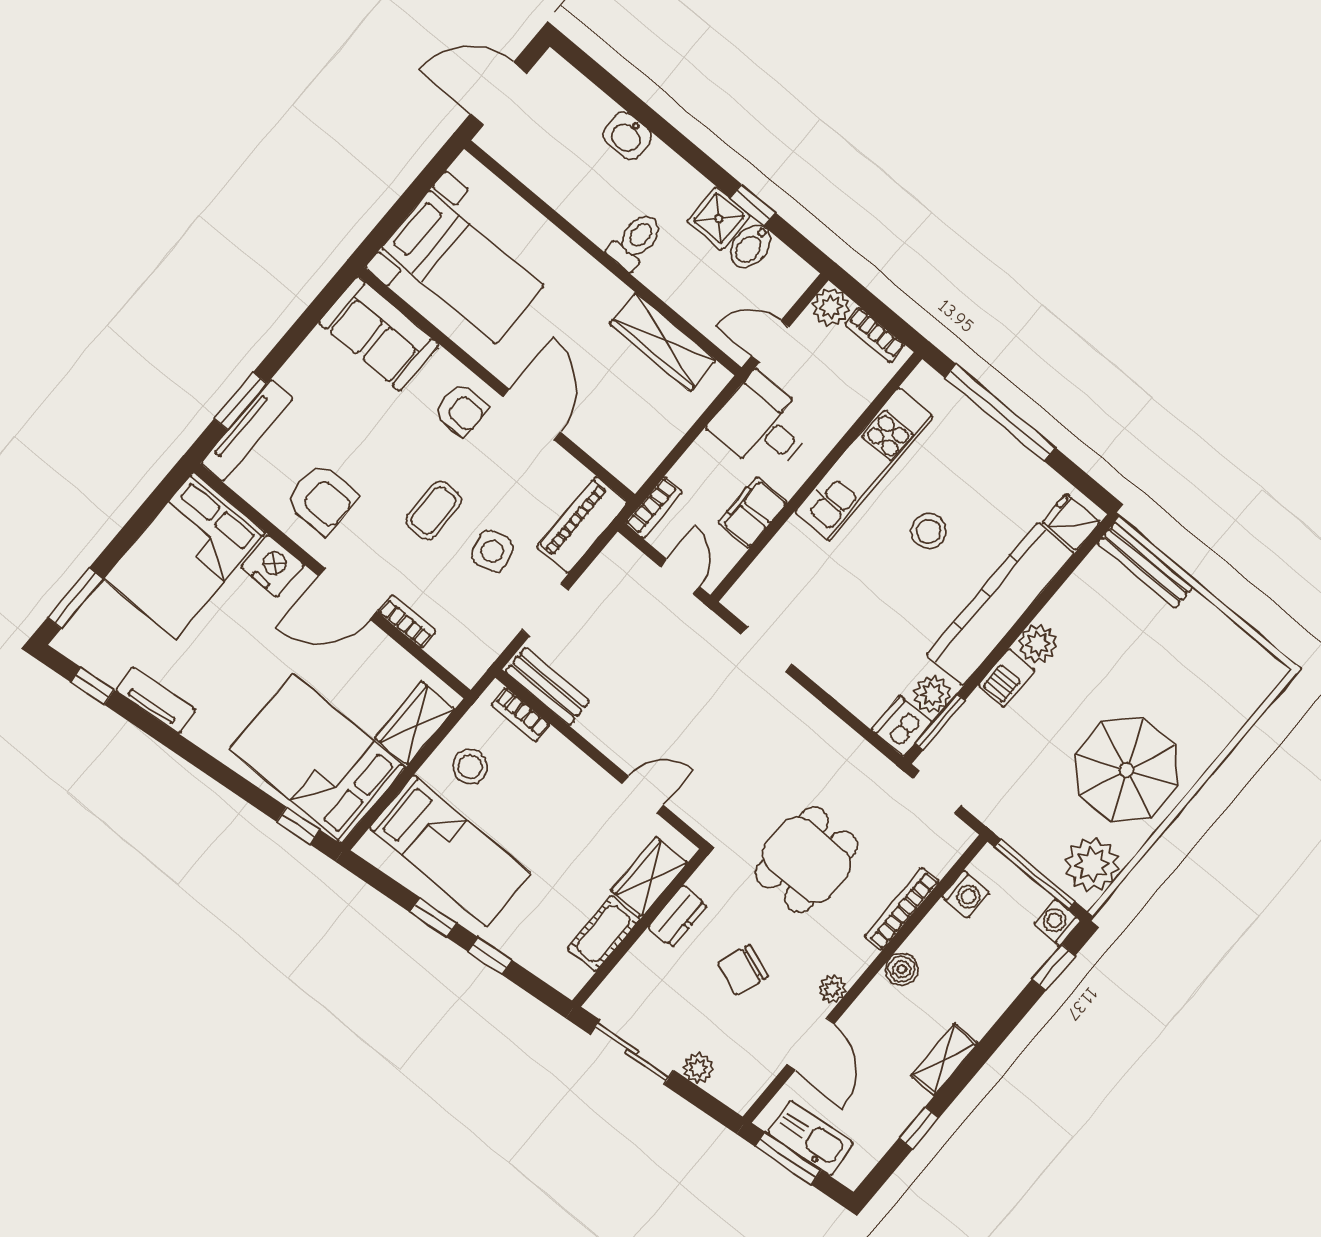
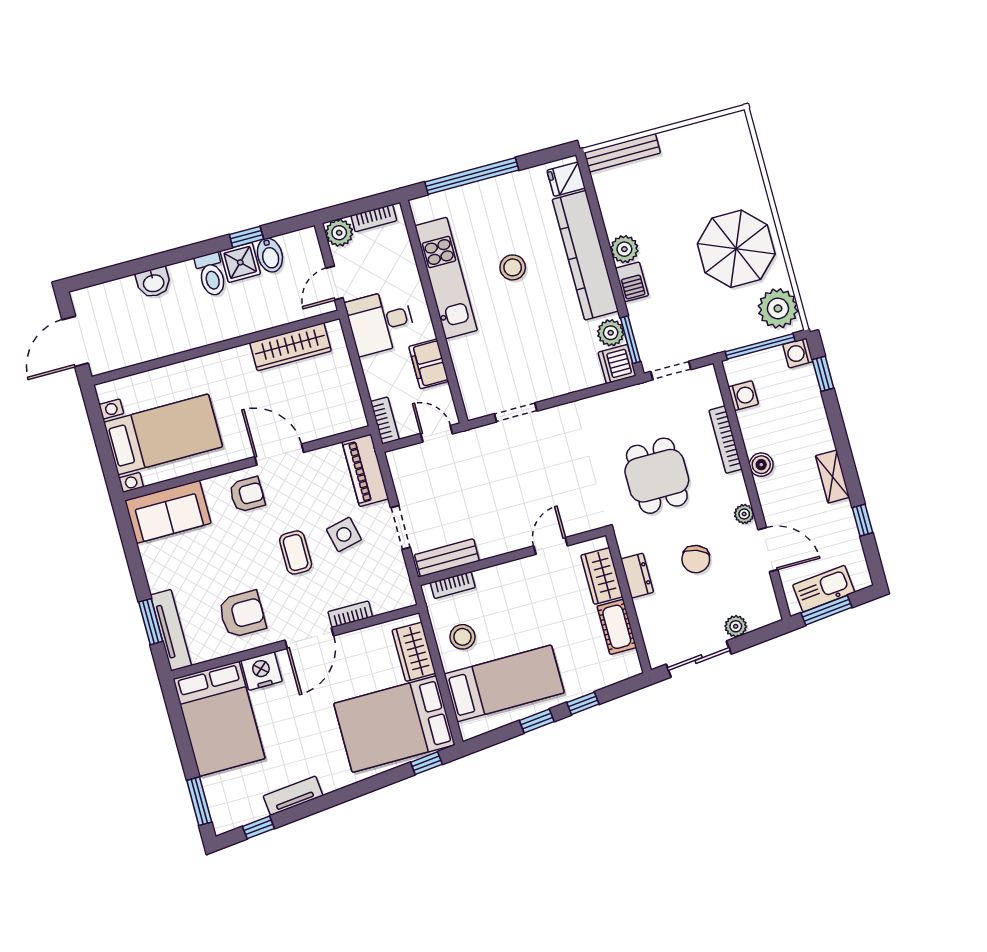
toilet: (636, 241) -> (211, 275), moved, turned 180

